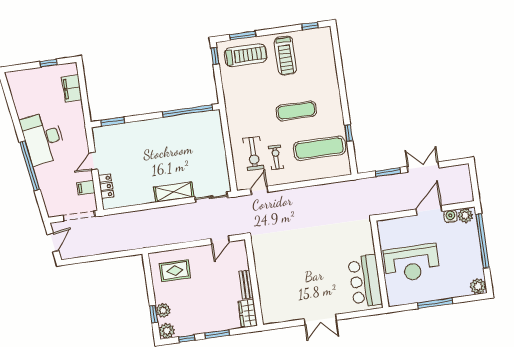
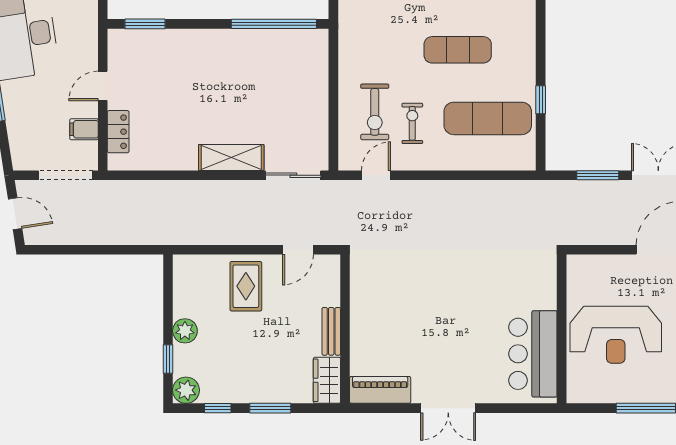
door: (53, 242) -> (15, 214), hinge flipped
rug: (175, 271) -> (246, 286), moved, turned 90
plant: (163, 310) -> (185, 331), moved
piano: (279, 315) -> (380, 390), added

